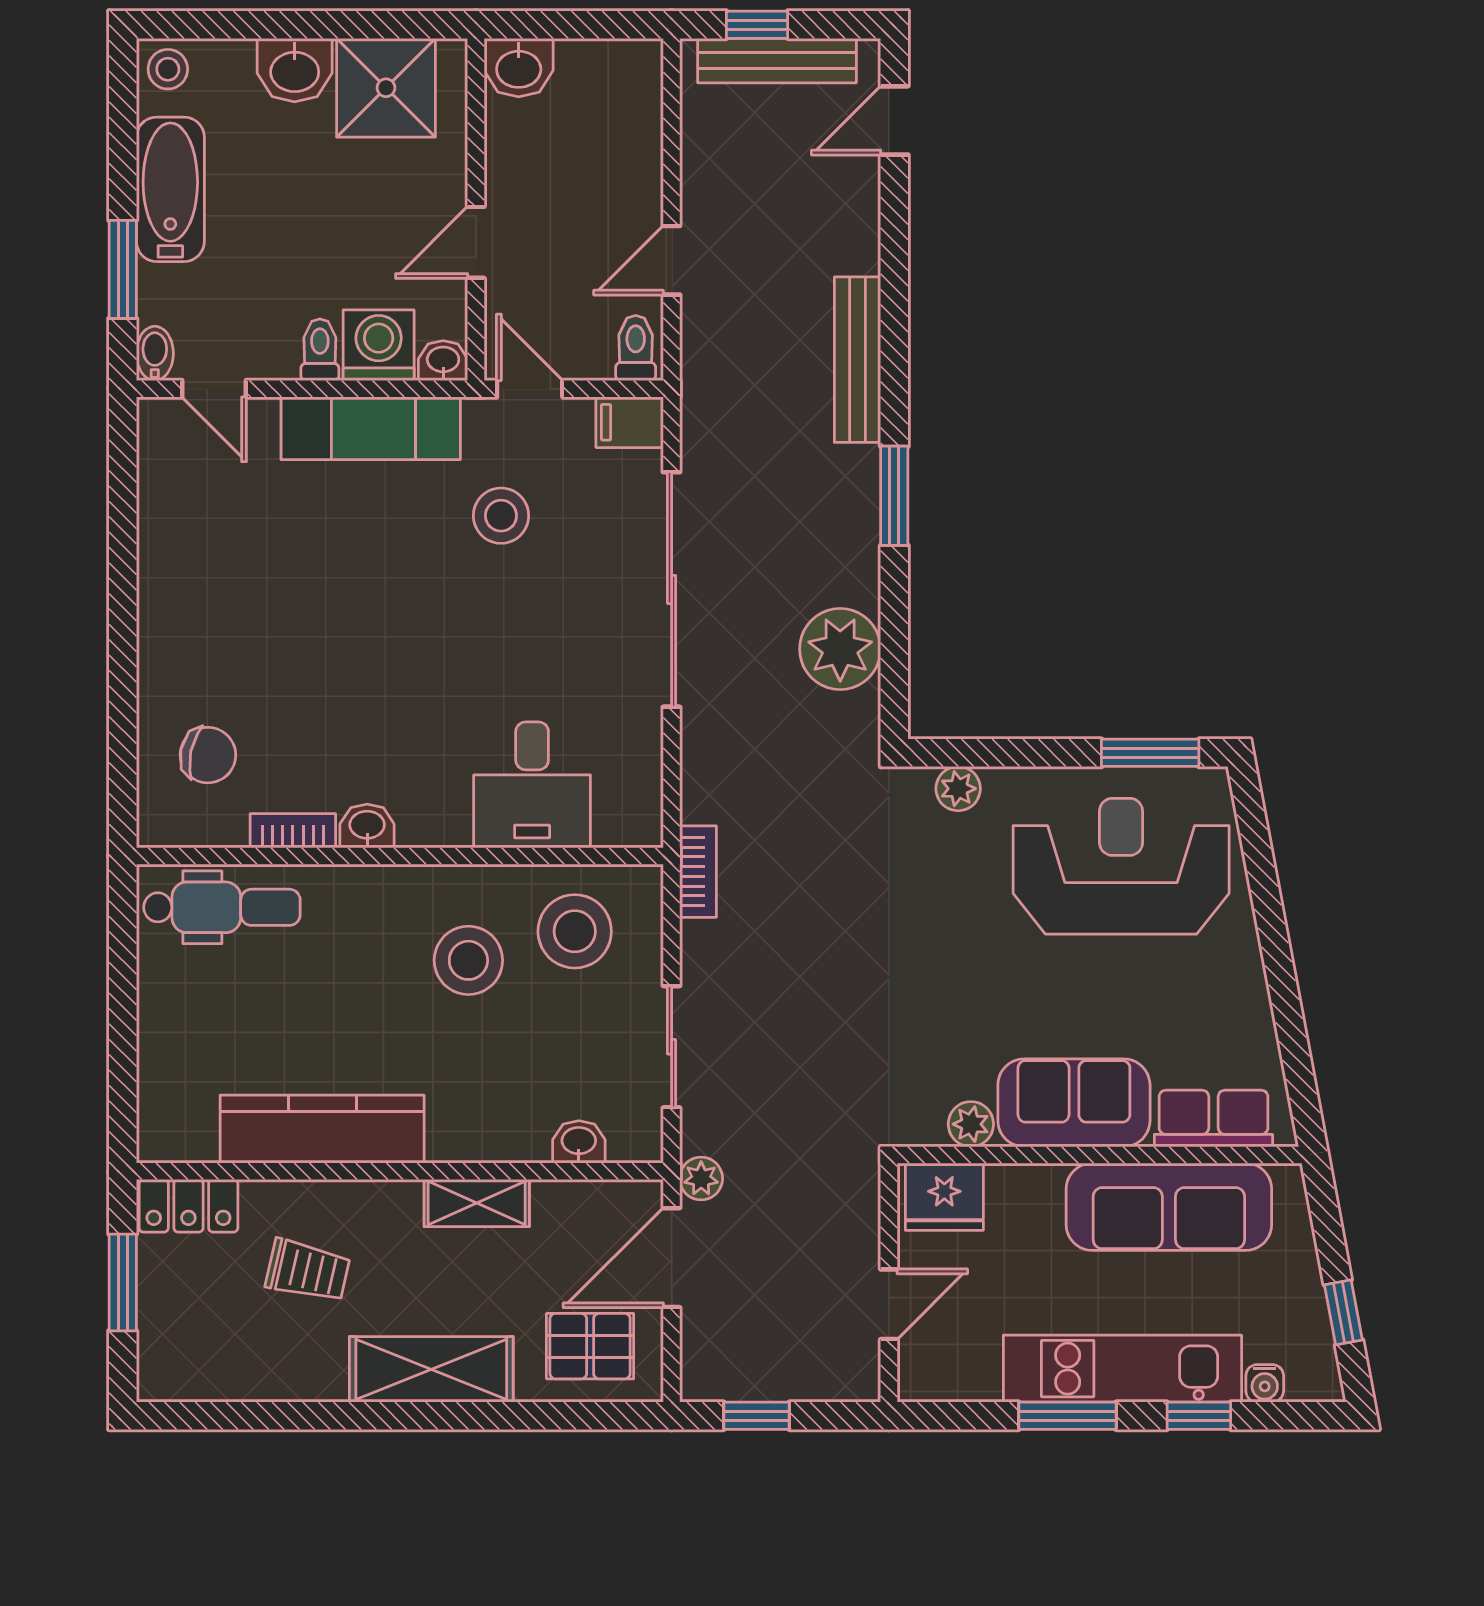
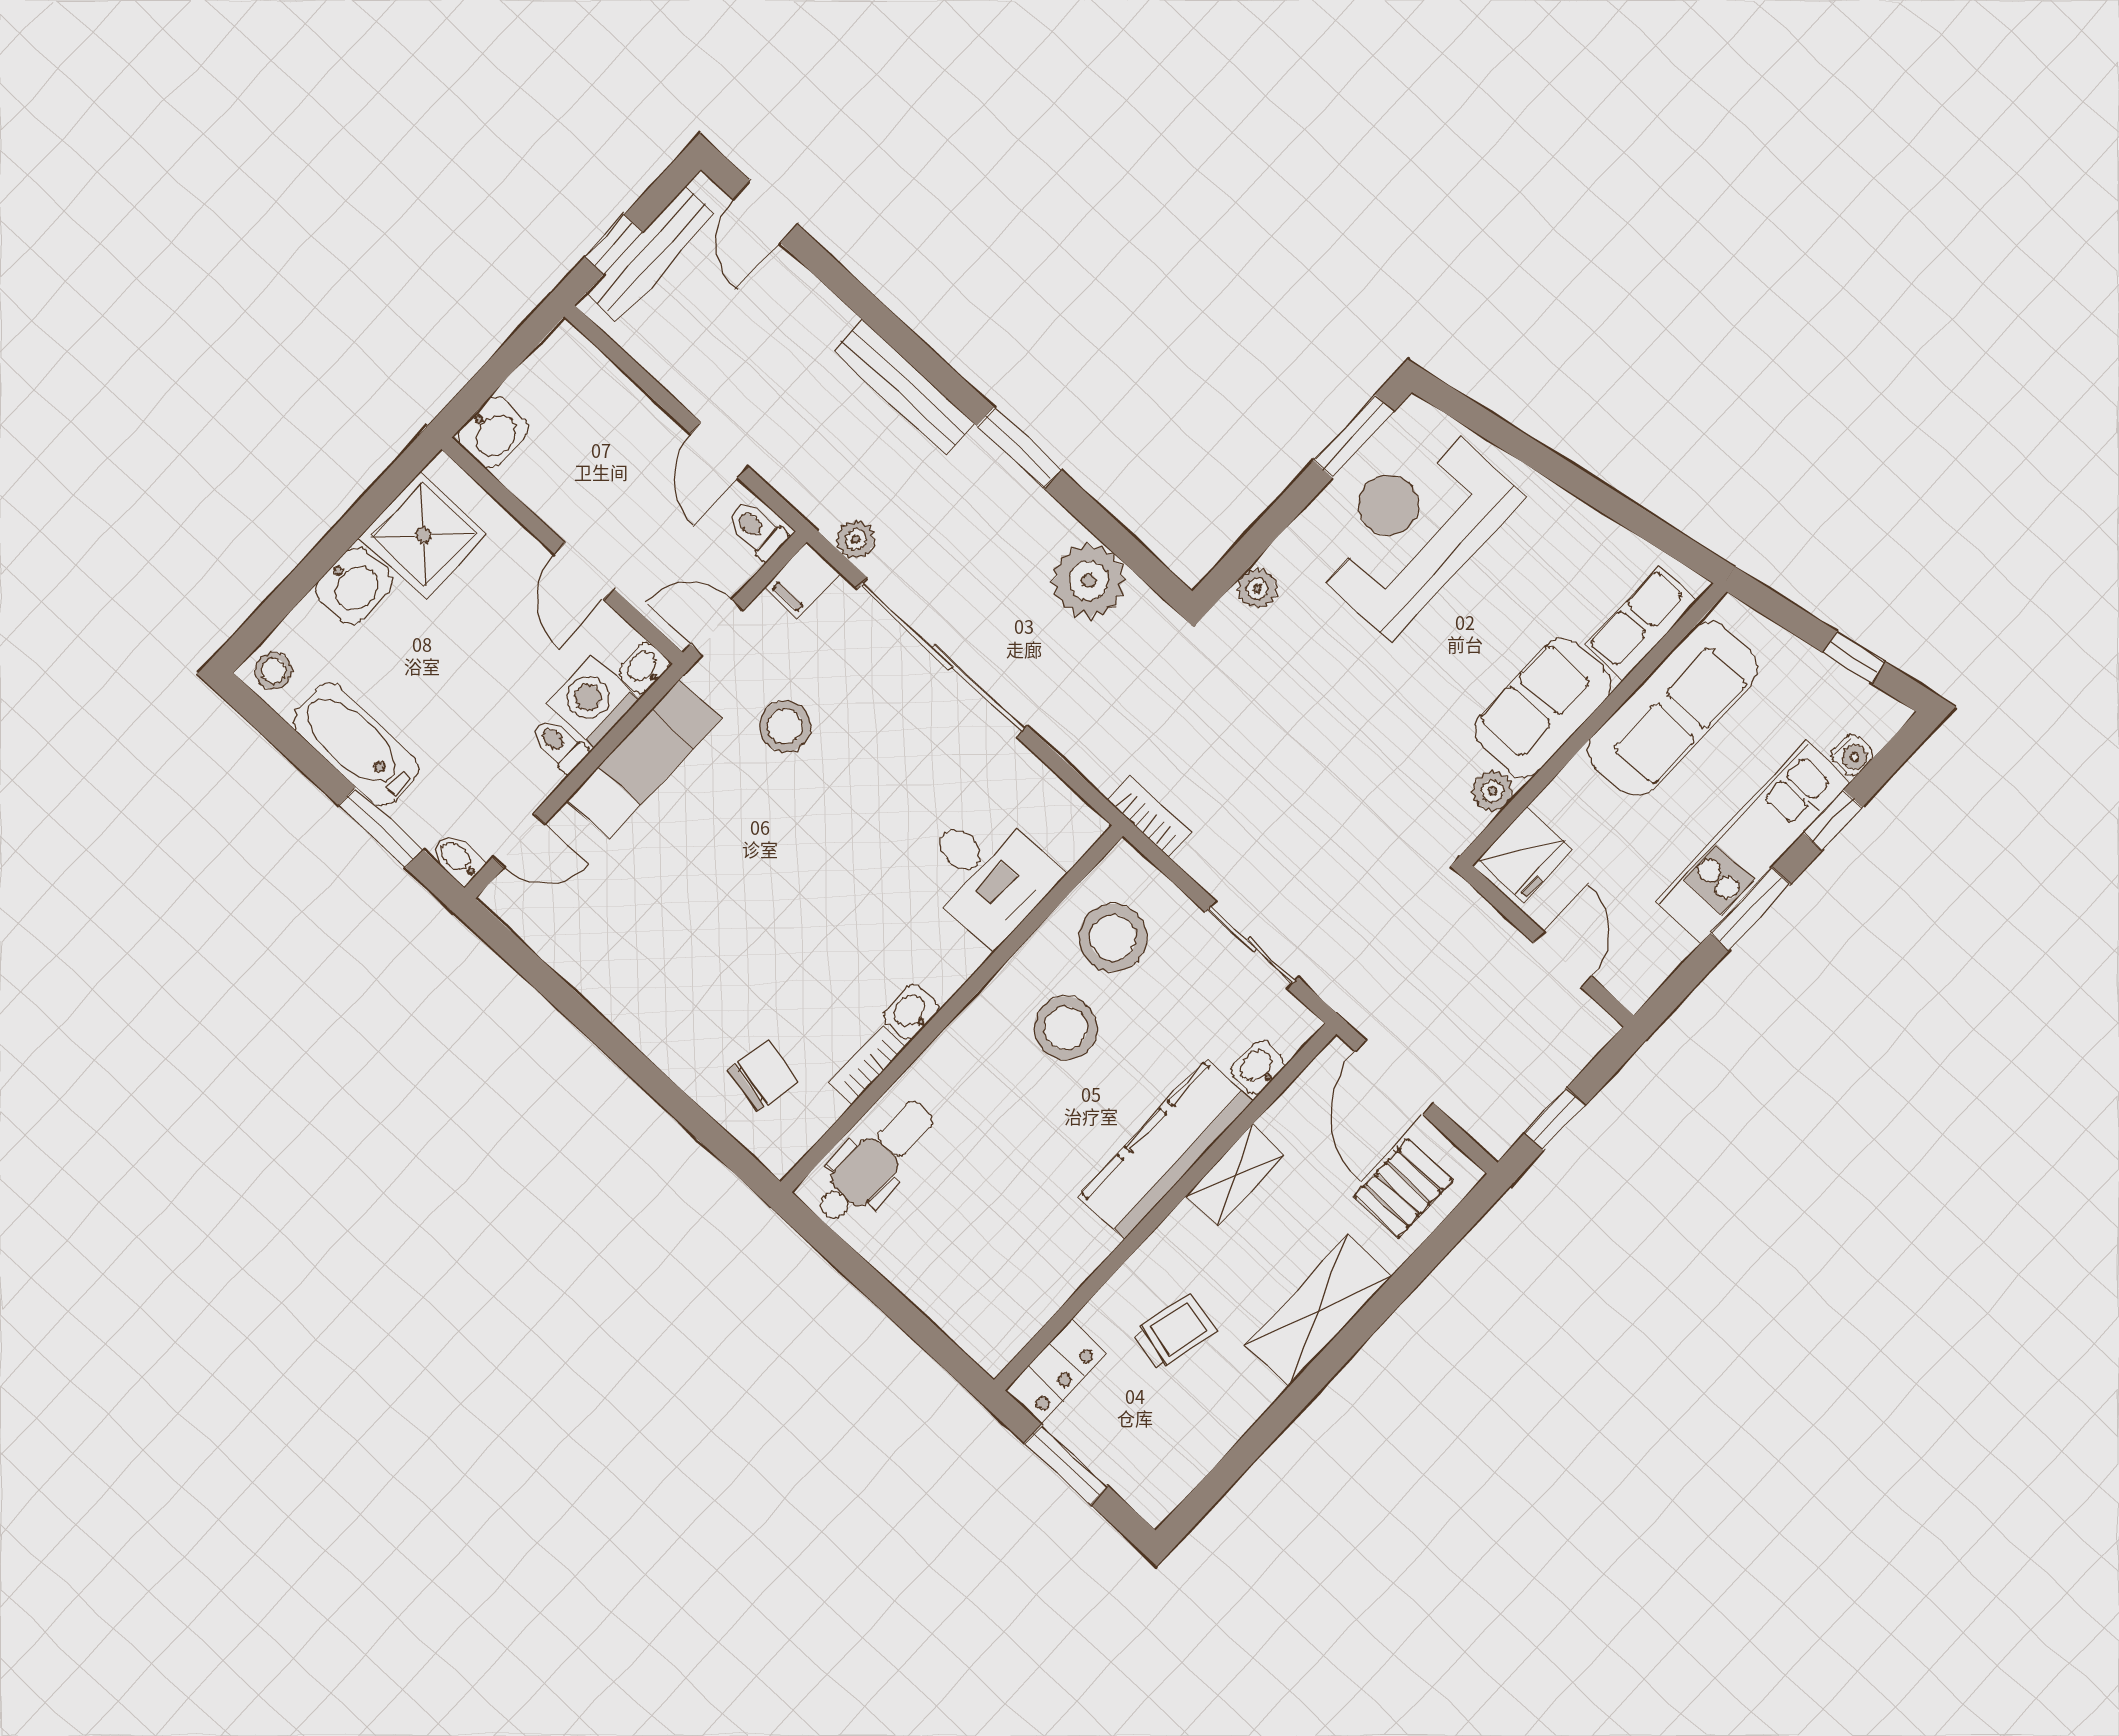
kitchen counter: (322, 1129) -> (1166, 1149), moved
plant: (701, 1178) -> (856, 540), moved

